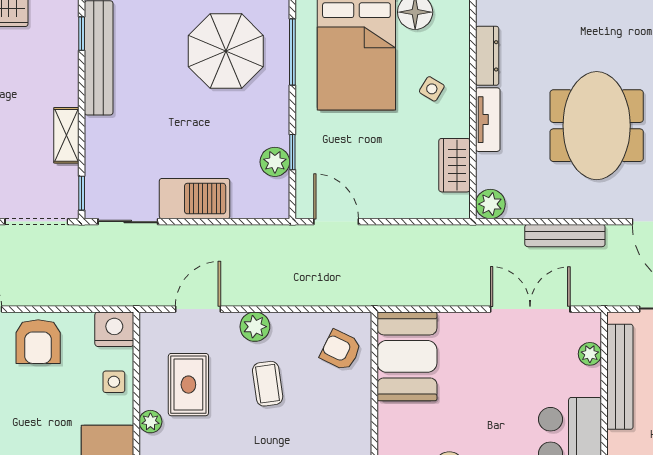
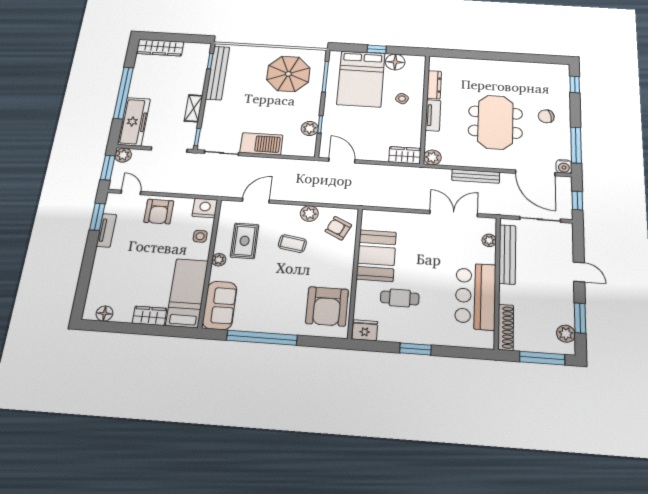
wardrobe: (454, 165) -> (405, 155), moved, turned 90
plant: (255, 327) -> (309, 214), moved
booth: (407, 356) -> (376, 256), moved
coffee table: (268, 384) -> (292, 244), turned -73

